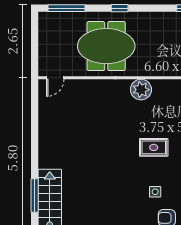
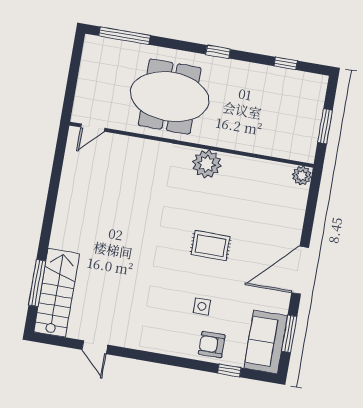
window: (120, 8) -> (218, 52), moved

